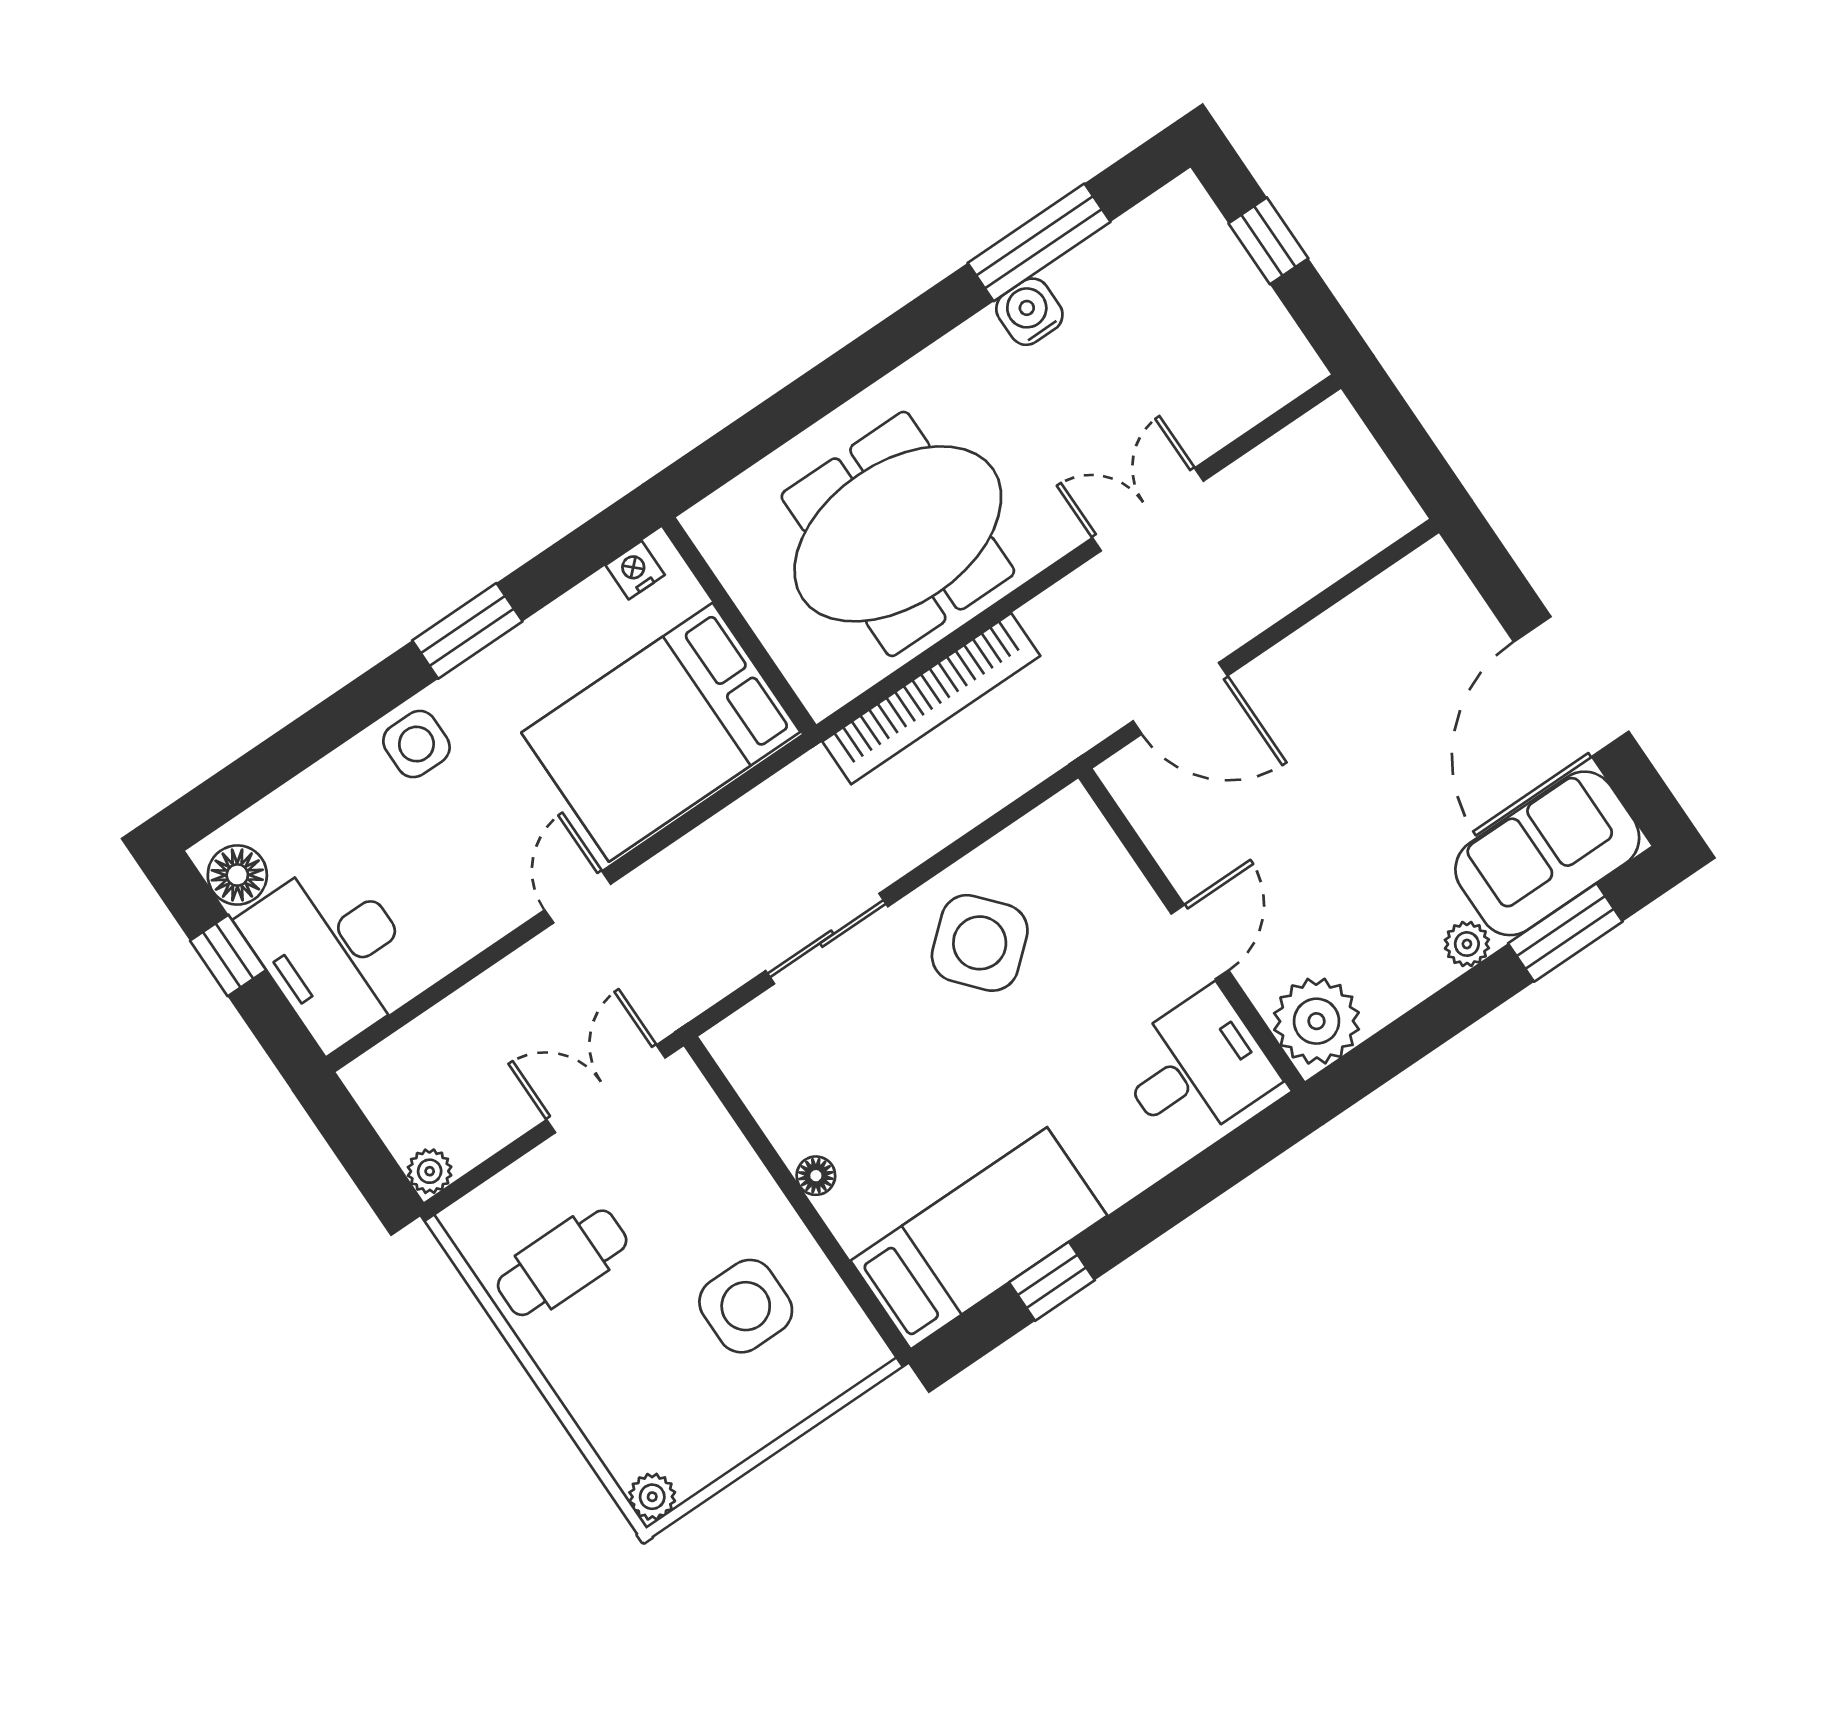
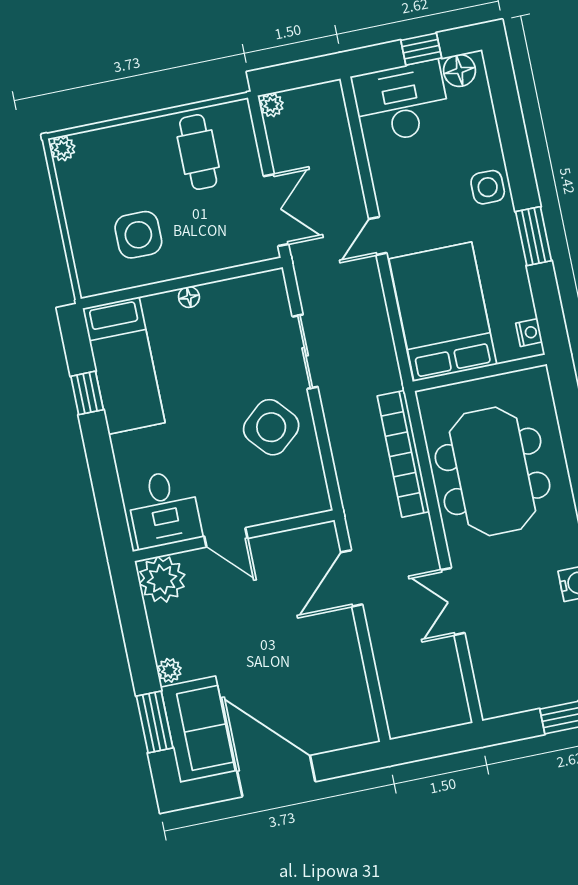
double door: (1148, 509) -> (453, 601), swing flipped
door: (578, 897) -> (378, 236), swing flipped

